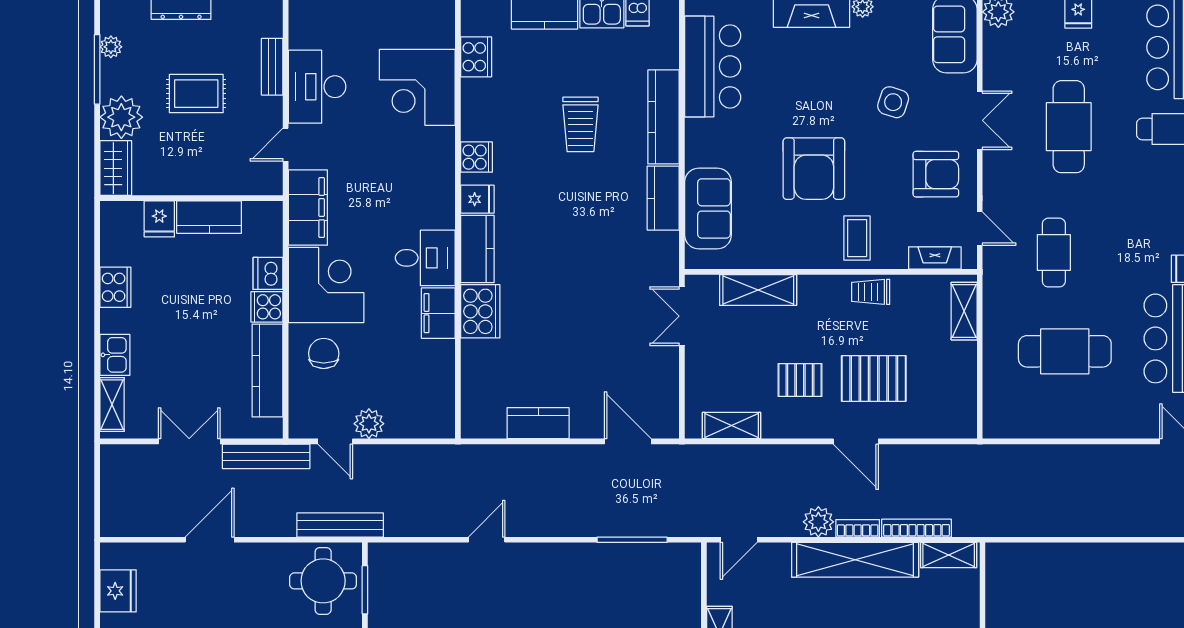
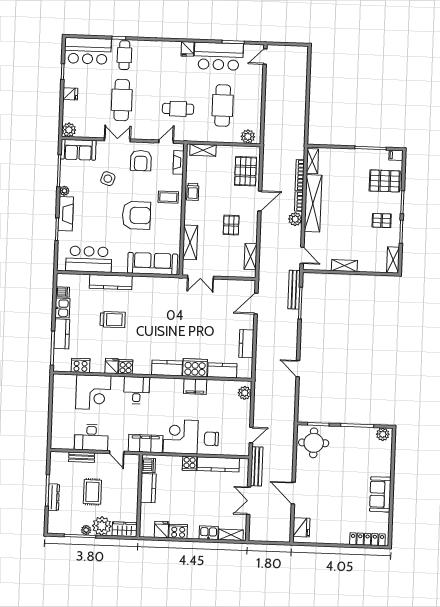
plant: (111, 47) -> (86, 530), moved
cafe table: (1069, 127) -> (122, 100), turned 90
armchair: (936, 174) -> (141, 161), turned 180
kitchen counter: (663, 198) -> (222, 370), moved, turned 180
fridge: (477, 199) -> (112, 366), moved
sofa: (708, 208) -> (153, 264), width x1.36
fridge: (159, 219) -> (161, 530), moved, turned -90
desk: (425, 258) -> (137, 390), moved
dishwasher: (268, 273) -> (148, 465), moved, turned -90
pallet: (874, 378) -> (246, 171), moved
plant: (998, 410) -> (248, 137), added
plant: (369, 424) -> (245, 393), moved
bench: (340, 525) -> (294, 290), moved
fridge: (118, 591) -> (301, 527), moved, turned 90

